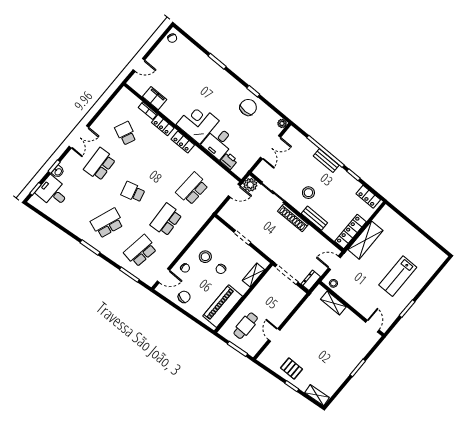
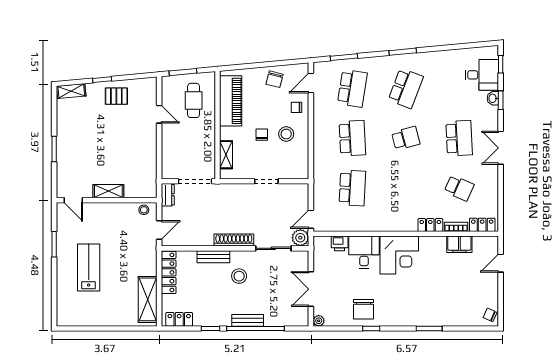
locker: (183, 142) -> (482, 225), moved
shelving: (365, 240) -> (148, 299), moved
shelving: (333, 303) -> (108, 191), moved

